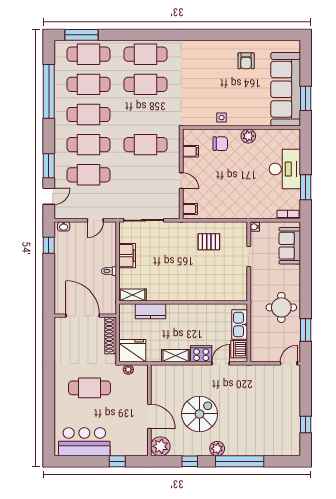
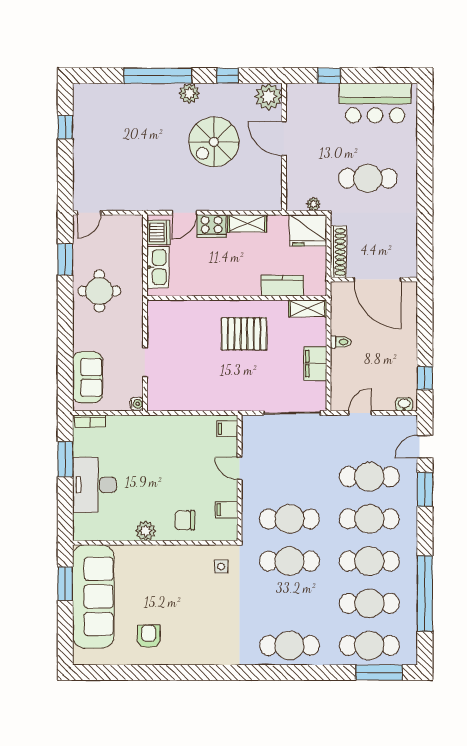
cafe table: (145, 84) -> (289, 561), moved
side table: (222, 118) -> (221, 566), moved
pallet: (209, 242) -> (244, 334), moved, width x1.50, depth x1.42

